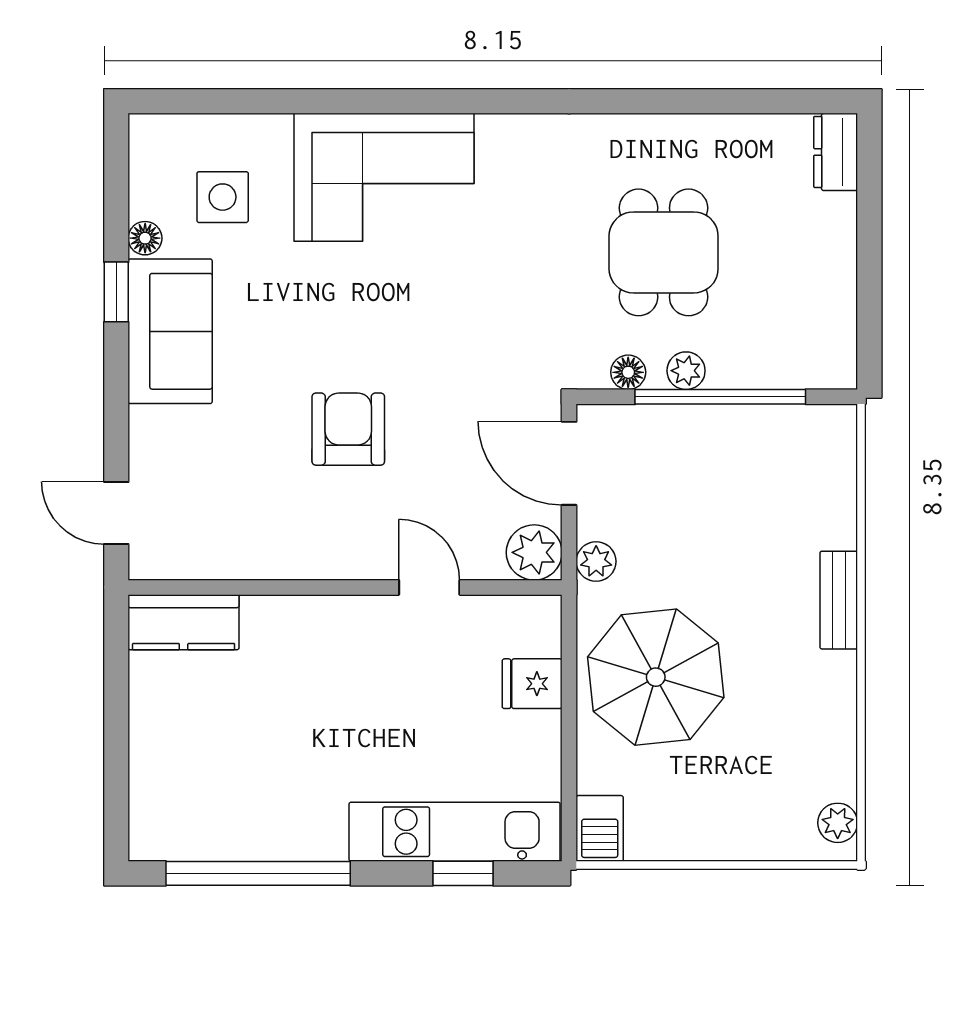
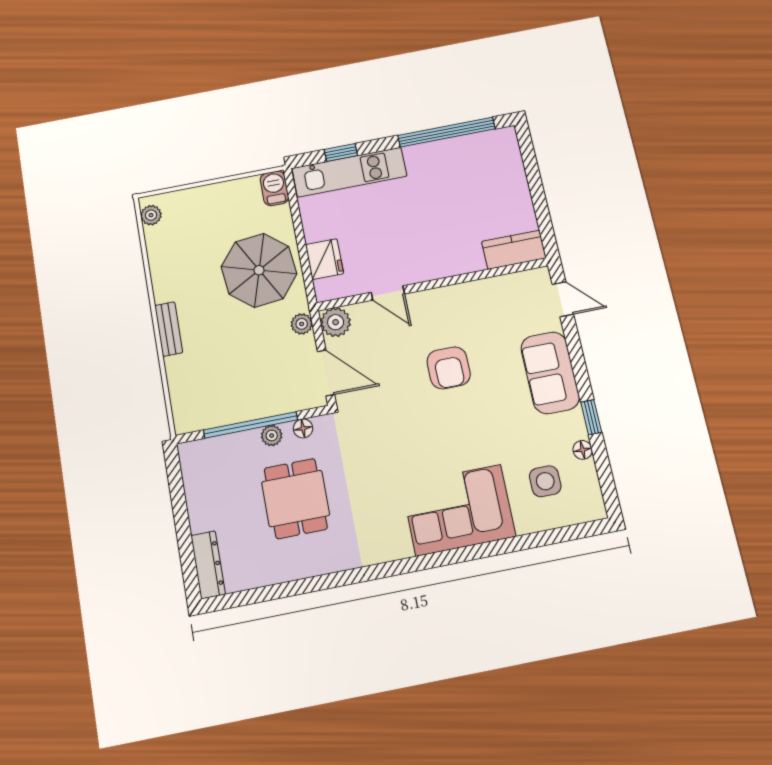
dresser: (836, 152) -> (208, 565), width x1.44
sofa: (170, 331) -> (550, 373), moved
fridge: (532, 684) -> (324, 259), width x1.38

